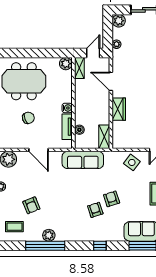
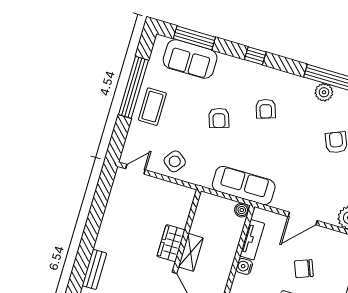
boiler: (79, 130) -> (242, 210), moved
shelving: (104, 137) -> (191, 252), moved
door: (39, 150) -> (303, 219), swing flipped
armchair: (95, 210) -> (266, 109), moved

